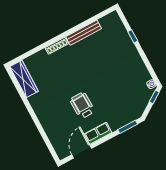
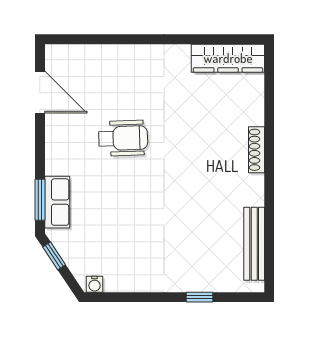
bench: (84, 33) -> (254, 244), moved
window: (154, 97) -> (54, 256), moved
row of seats: (98, 133) -> (57, 202), moved

